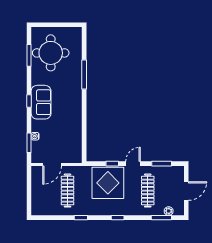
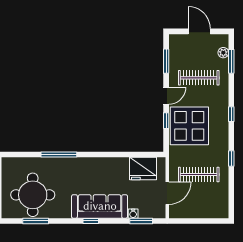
sofa: (41, 102) -> (100, 206), width x1.36
fridge: (72, 144) -> (143, 169), added
door: (52, 164) -> (167, 193), hinge flipped
door: (133, 164) -> (166, 96), swing flipped

